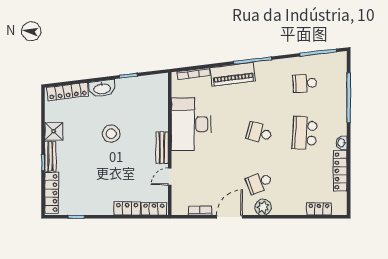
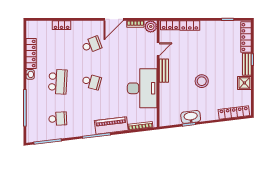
washbasin: (102, 88) -> (191, 117), moved
plant: (263, 207) -> (151, 27), moved
locker: (319, 209) -> (62, 25), moved

